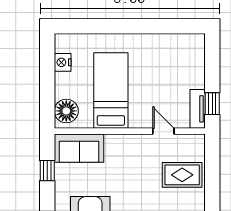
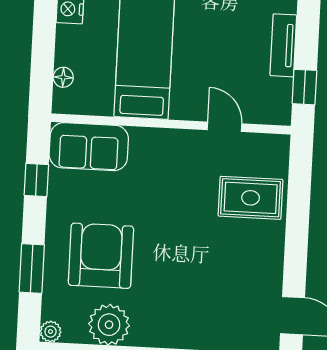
tv unit: (198, 109) -> (283, 45), moved
floor lamp: (66, 111) -> (63, 77), width x0.53, depth x0.53

